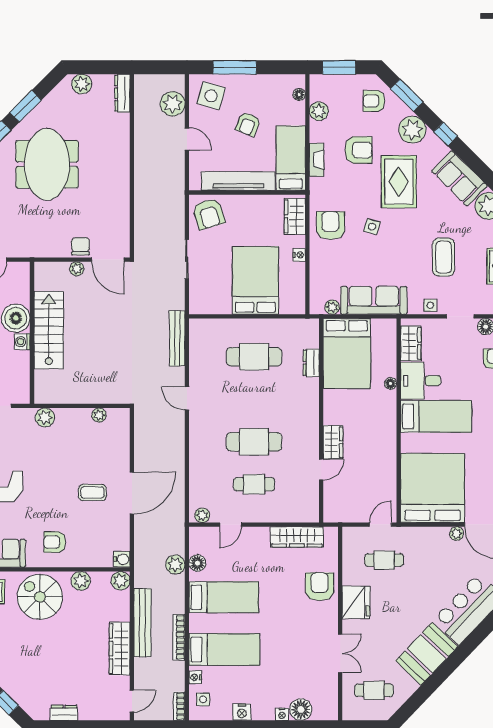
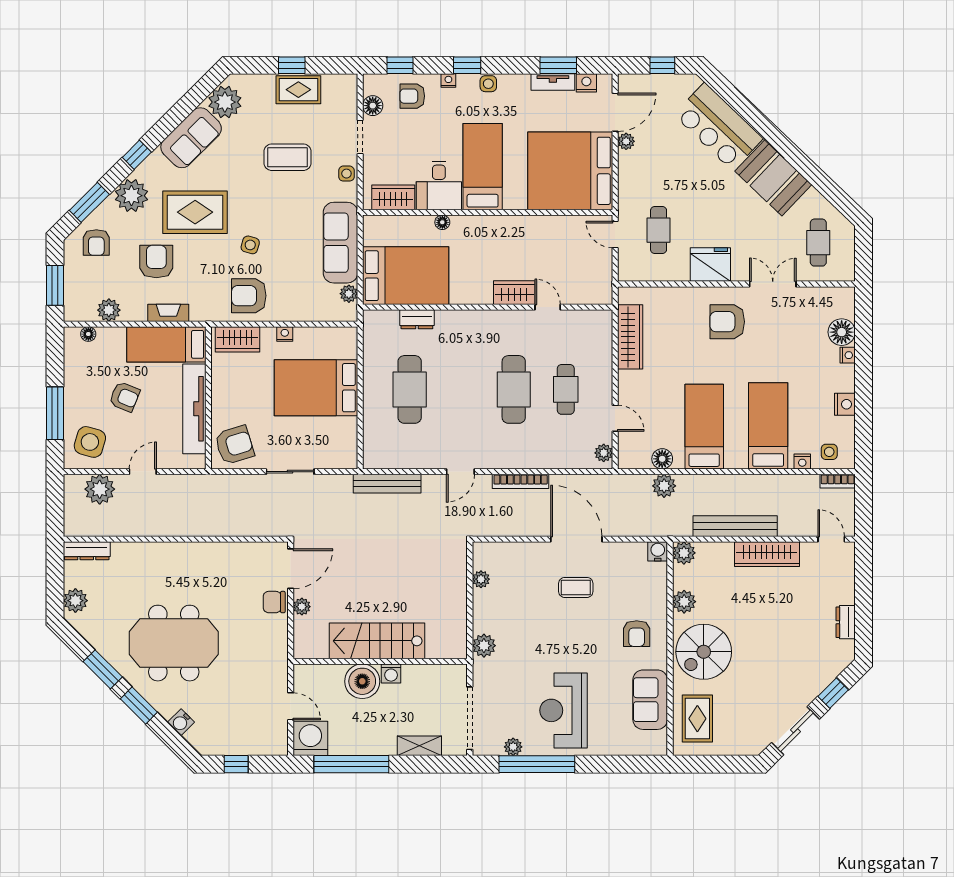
coffee table: (92, 492) -> (576, 587), turned 90
armchair: (320, 587) -> (727, 322), moved
bookcase: (179, 637) -> (521, 481), moved

